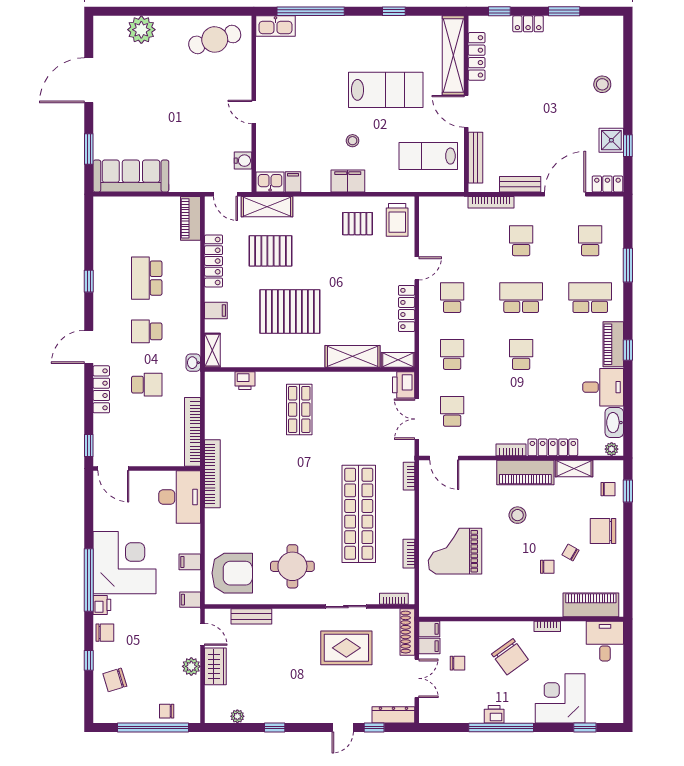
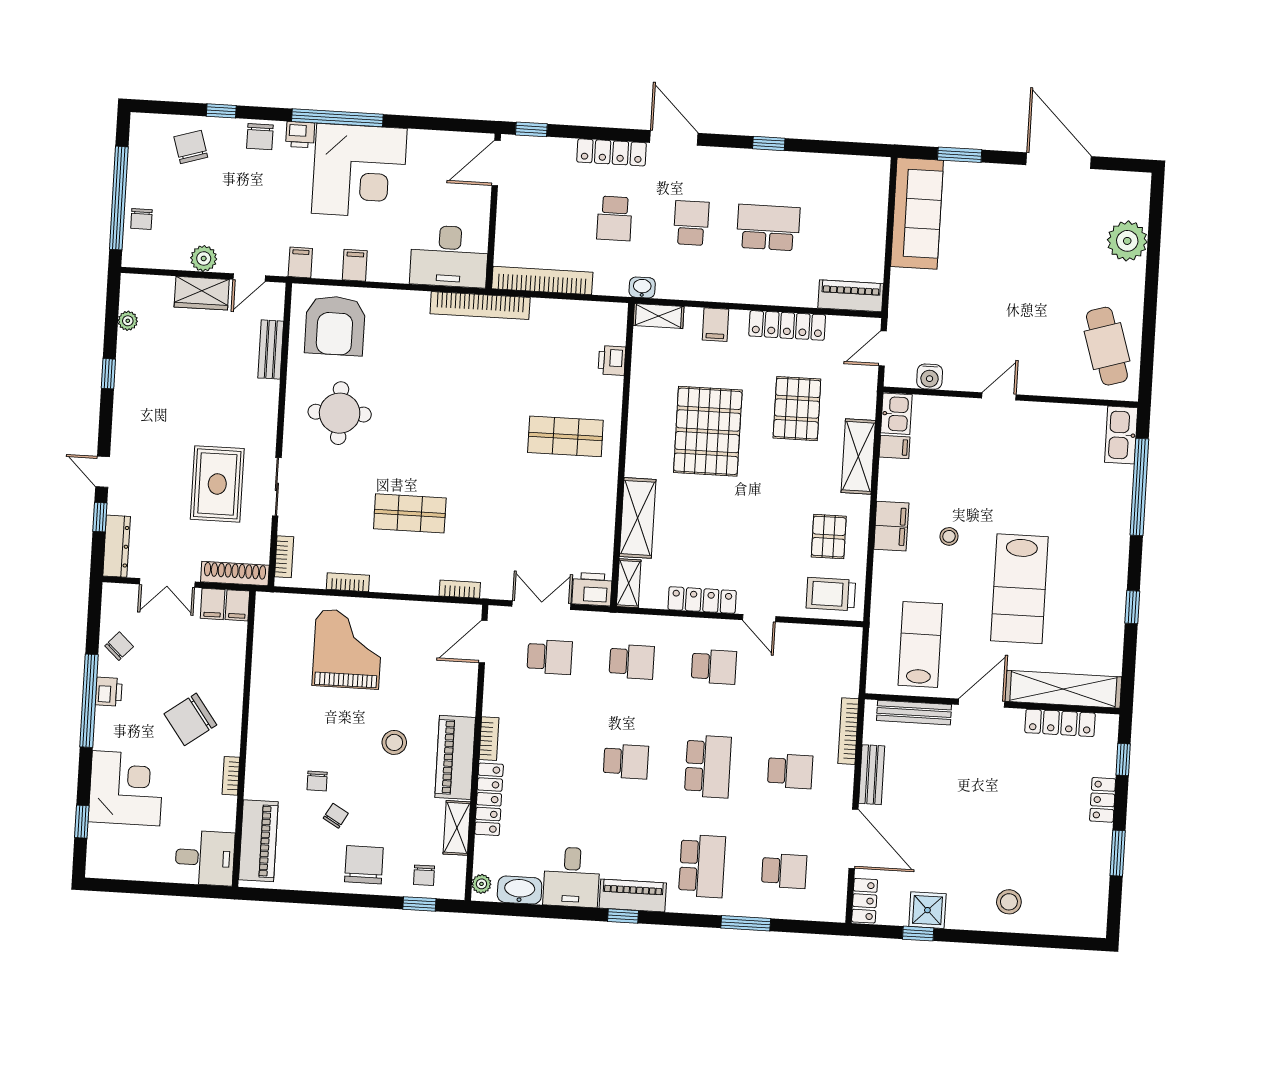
shelving: (267, 207) -> (858, 456), moved
shop shelf: (359, 514) -> (410, 513), width x0.50, depth x0.74
chair: (458, 663) -> (119, 646), moved, turned -137
chair: (167, 711) -> (141, 219), turned 180

